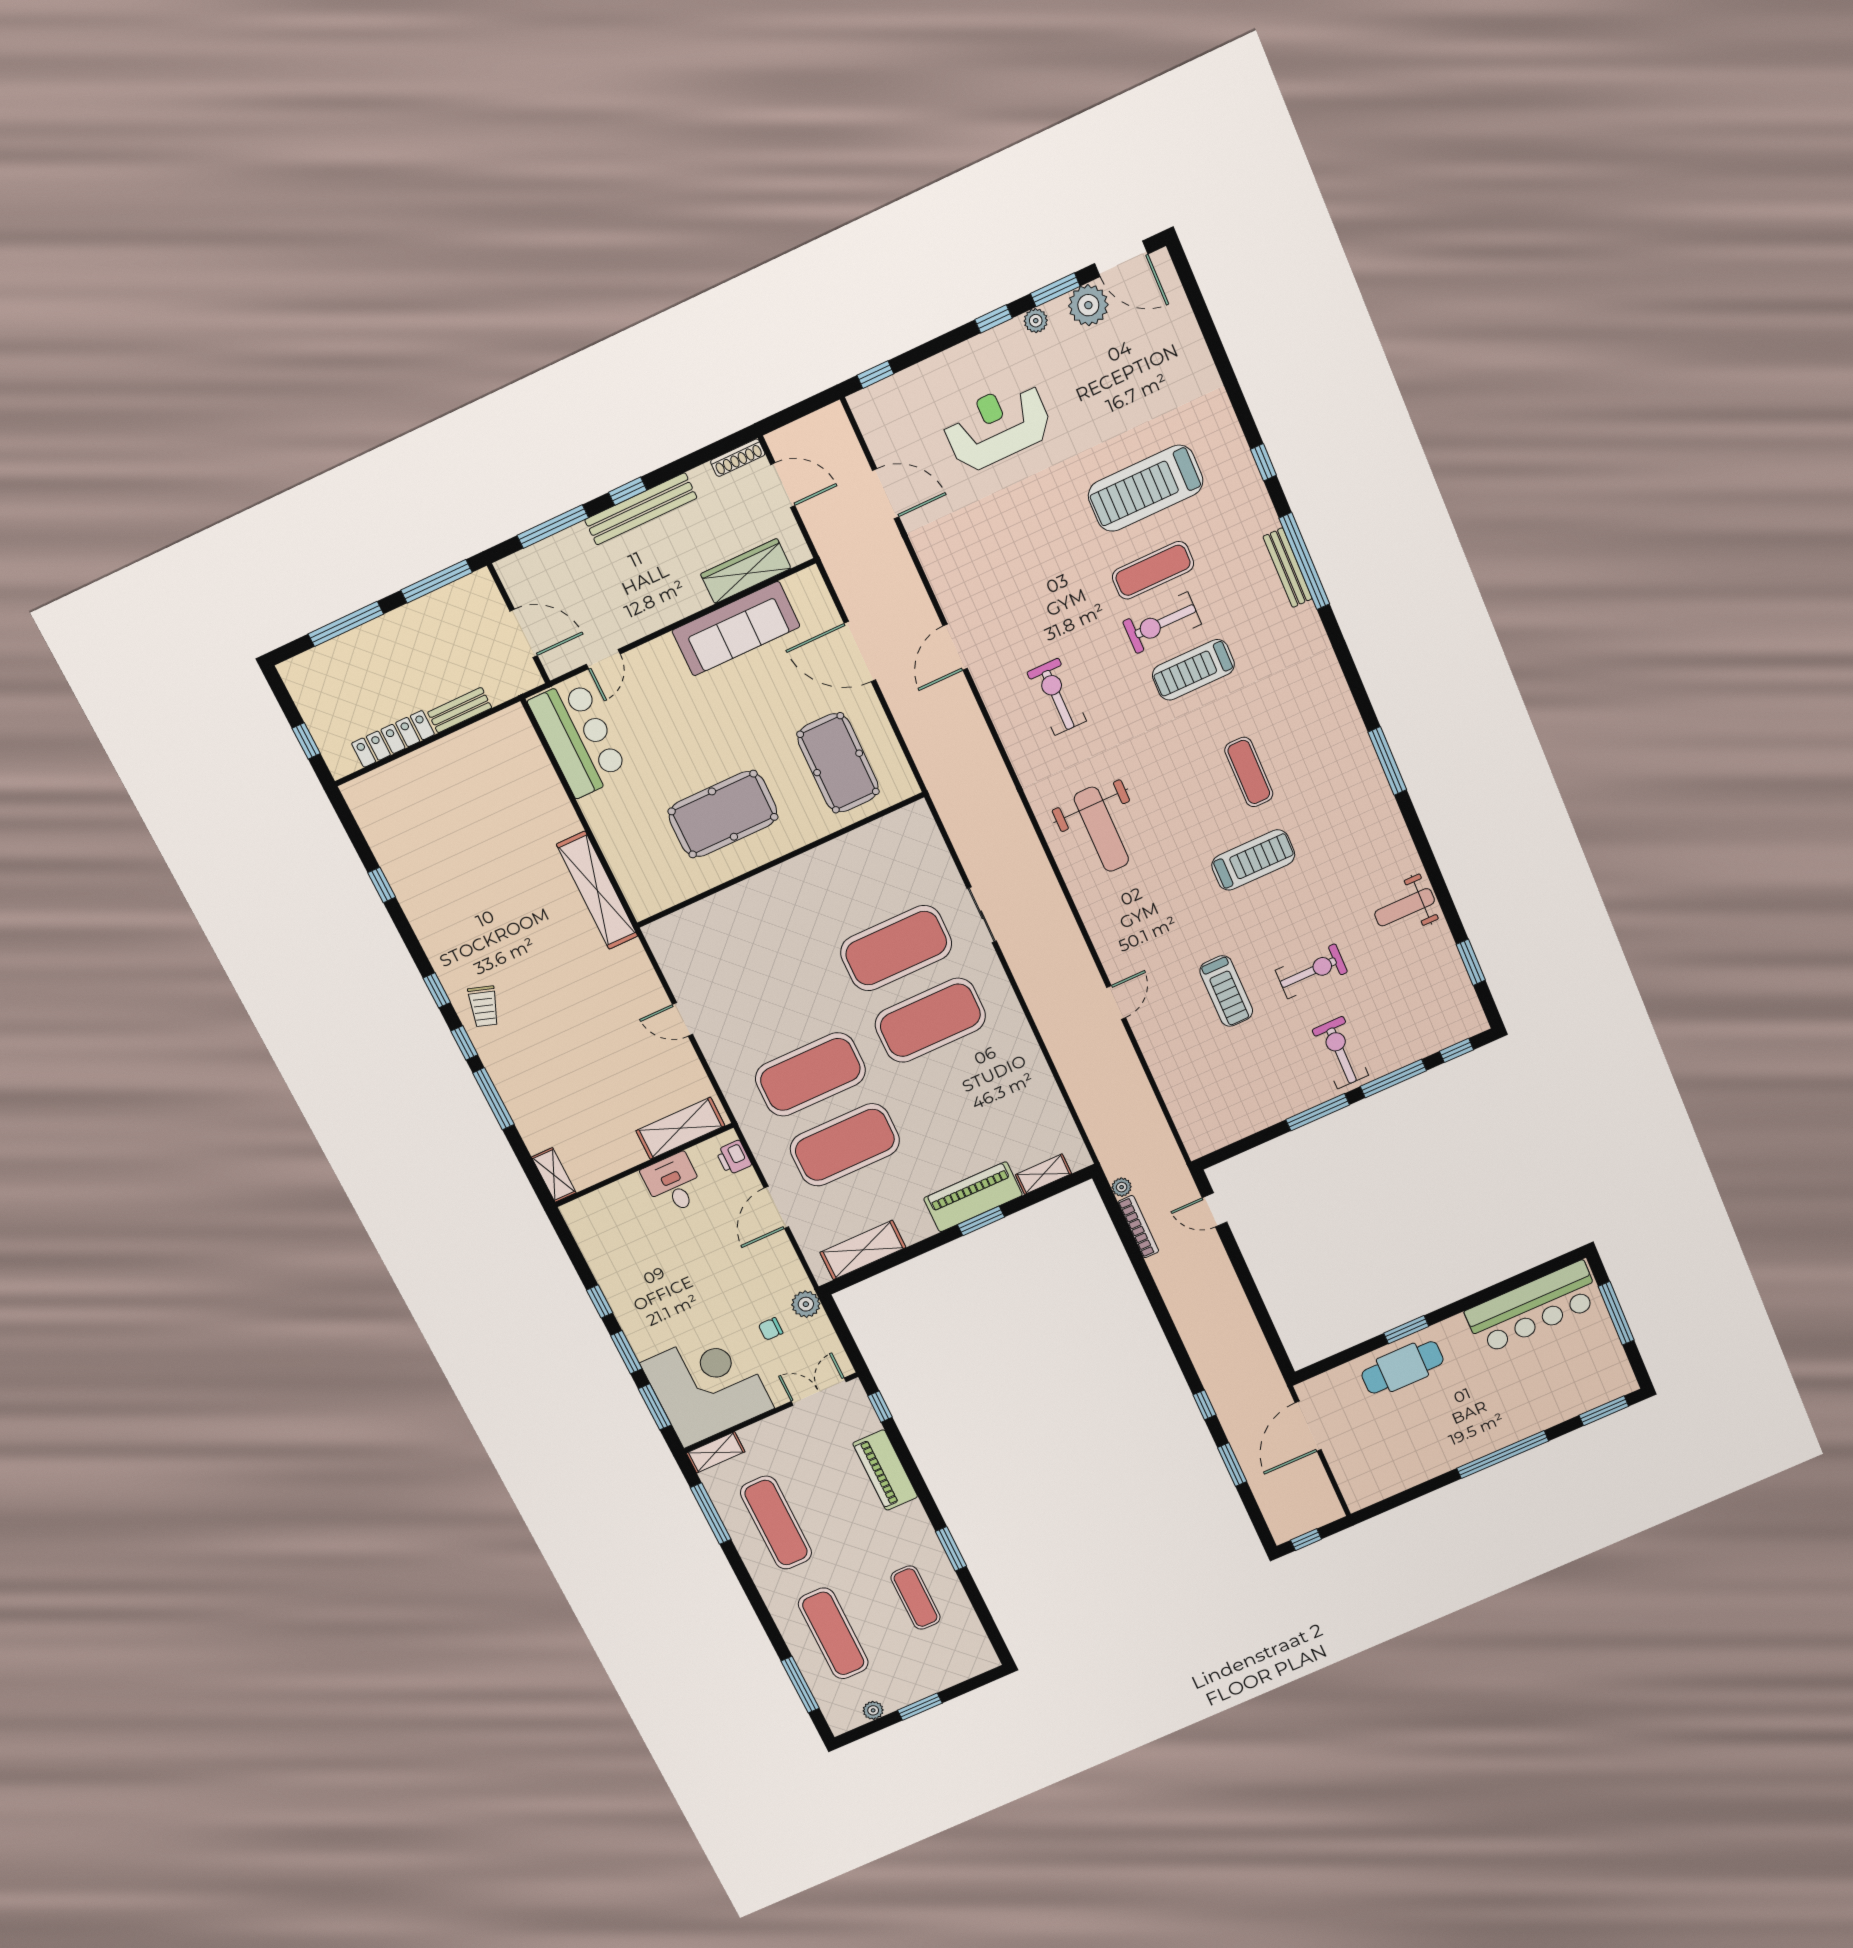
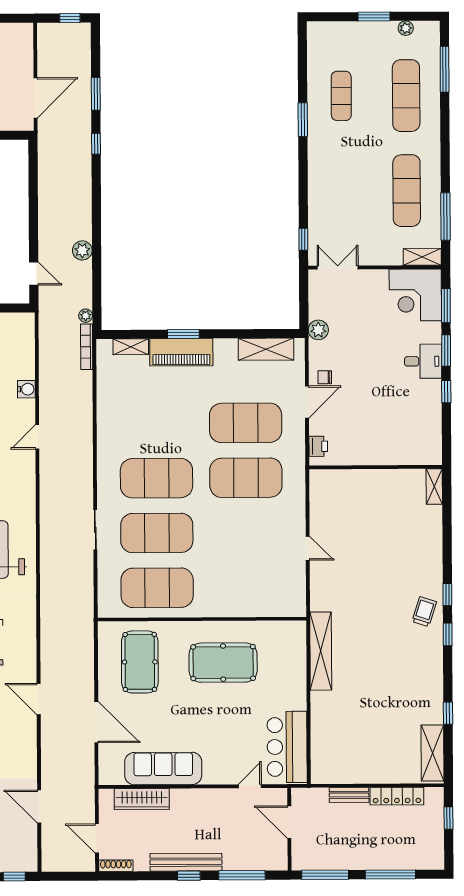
door: (955, 647) -> (39, 699), swing flipped
exercise mat: (861, 875) -> (157, 588), added
water cooler: (1159, 1058) -> (26, 389), added
window: (493, 1099) -> (447, 552), removed
shelving: (680, 1128) -> (432, 753), moved, turned 90
desk: (673, 1184) -> (423, 361), moved, turned -90
bookcase: (1138, 1227) -> (87, 347), moved
plant: (1163, 1267) -> (82, 250), added
chair: (771, 1329) -> (325, 377), moved, turned 180
corner desk: (707, 1386) -> (415, 295), width x0.74, depth x0.74
double door: (819, 1392) -> (338, 268), swing flipped
piano: (885, 1470) -> (320, 194), removed

